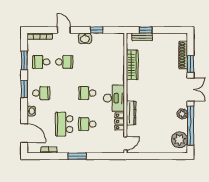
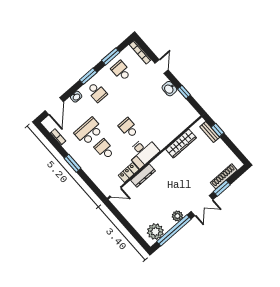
school desk: (64, 62) -> (137, 89), removed

